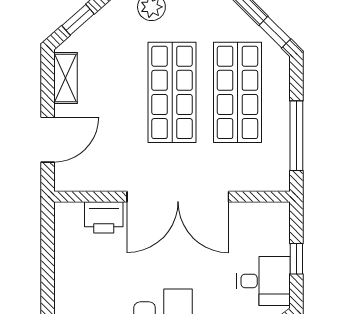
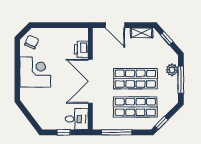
desk: (264, 281) -> (77, 119), moved, turned -90

